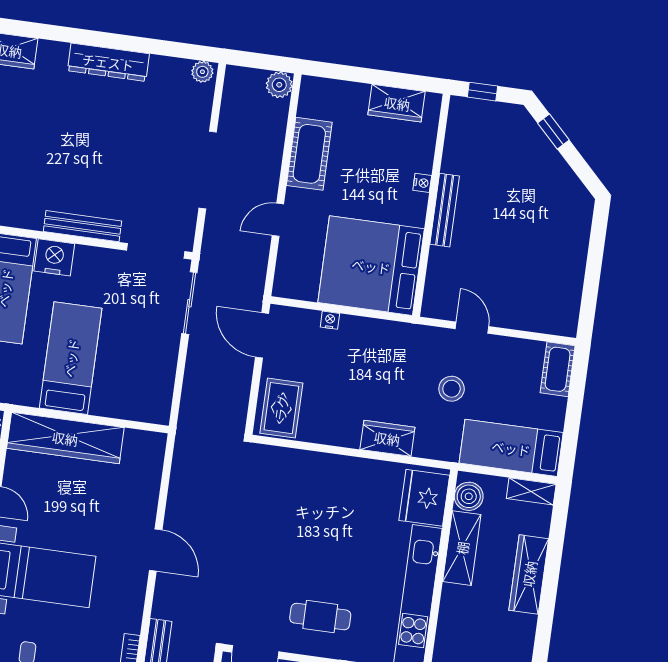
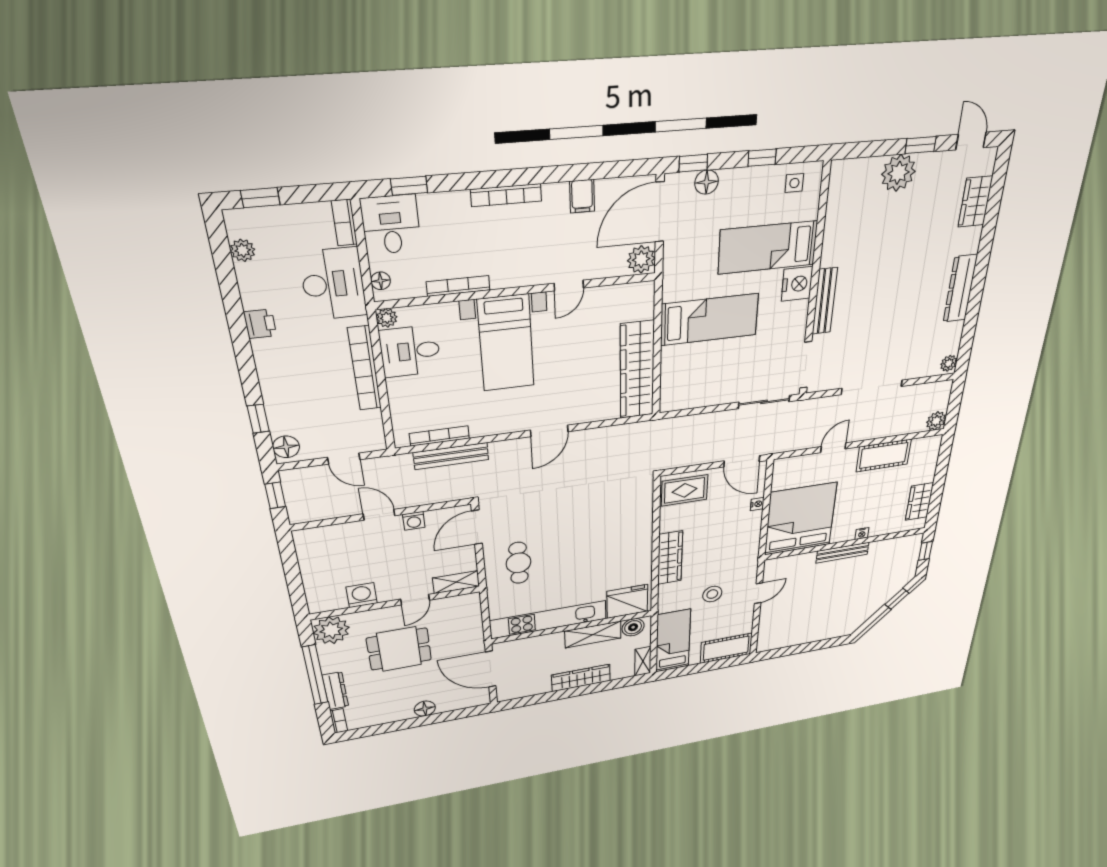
door: (278, 220) -> (833, 448), hinge flipped
door: (262, 335) -> (742, 461), swing flipped
cot: (558, 369) -> (726, 648), width x1.37, depth x1.34
wardrobe: (65, 438) -> (637, 370), moved
wardrobe: (387, 438) -> (670, 558), width x1.50

